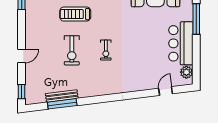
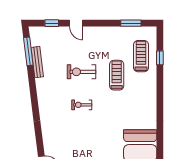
window: (22, 92) -> (52, 23), moved
window: (62, 104) -> (28, 51), moved

